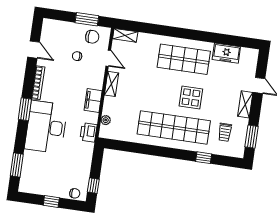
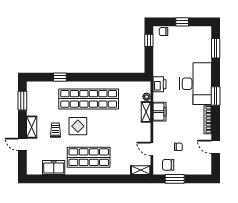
shelving: (112, 84) -> (146, 112), moved
trolley: (225, 132) -> (55, 130), moved

